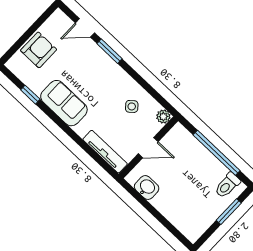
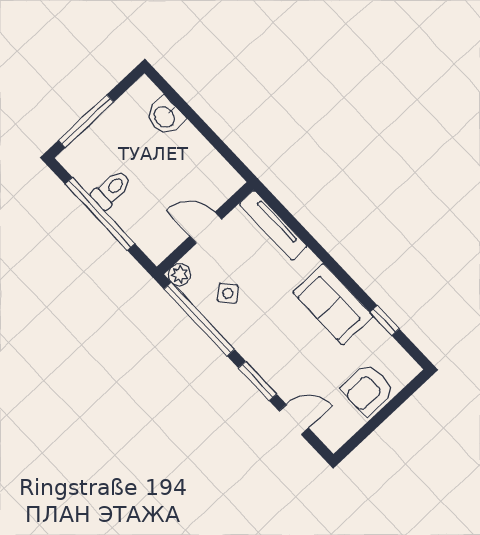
window: (149, 89) -> (199, 319), added
toilet: (227, 185) -> (111, 190), moved
washbasin: (147, 188) -> (165, 116), moved
window: (229, 212) -> (86, 121), width x1.44

